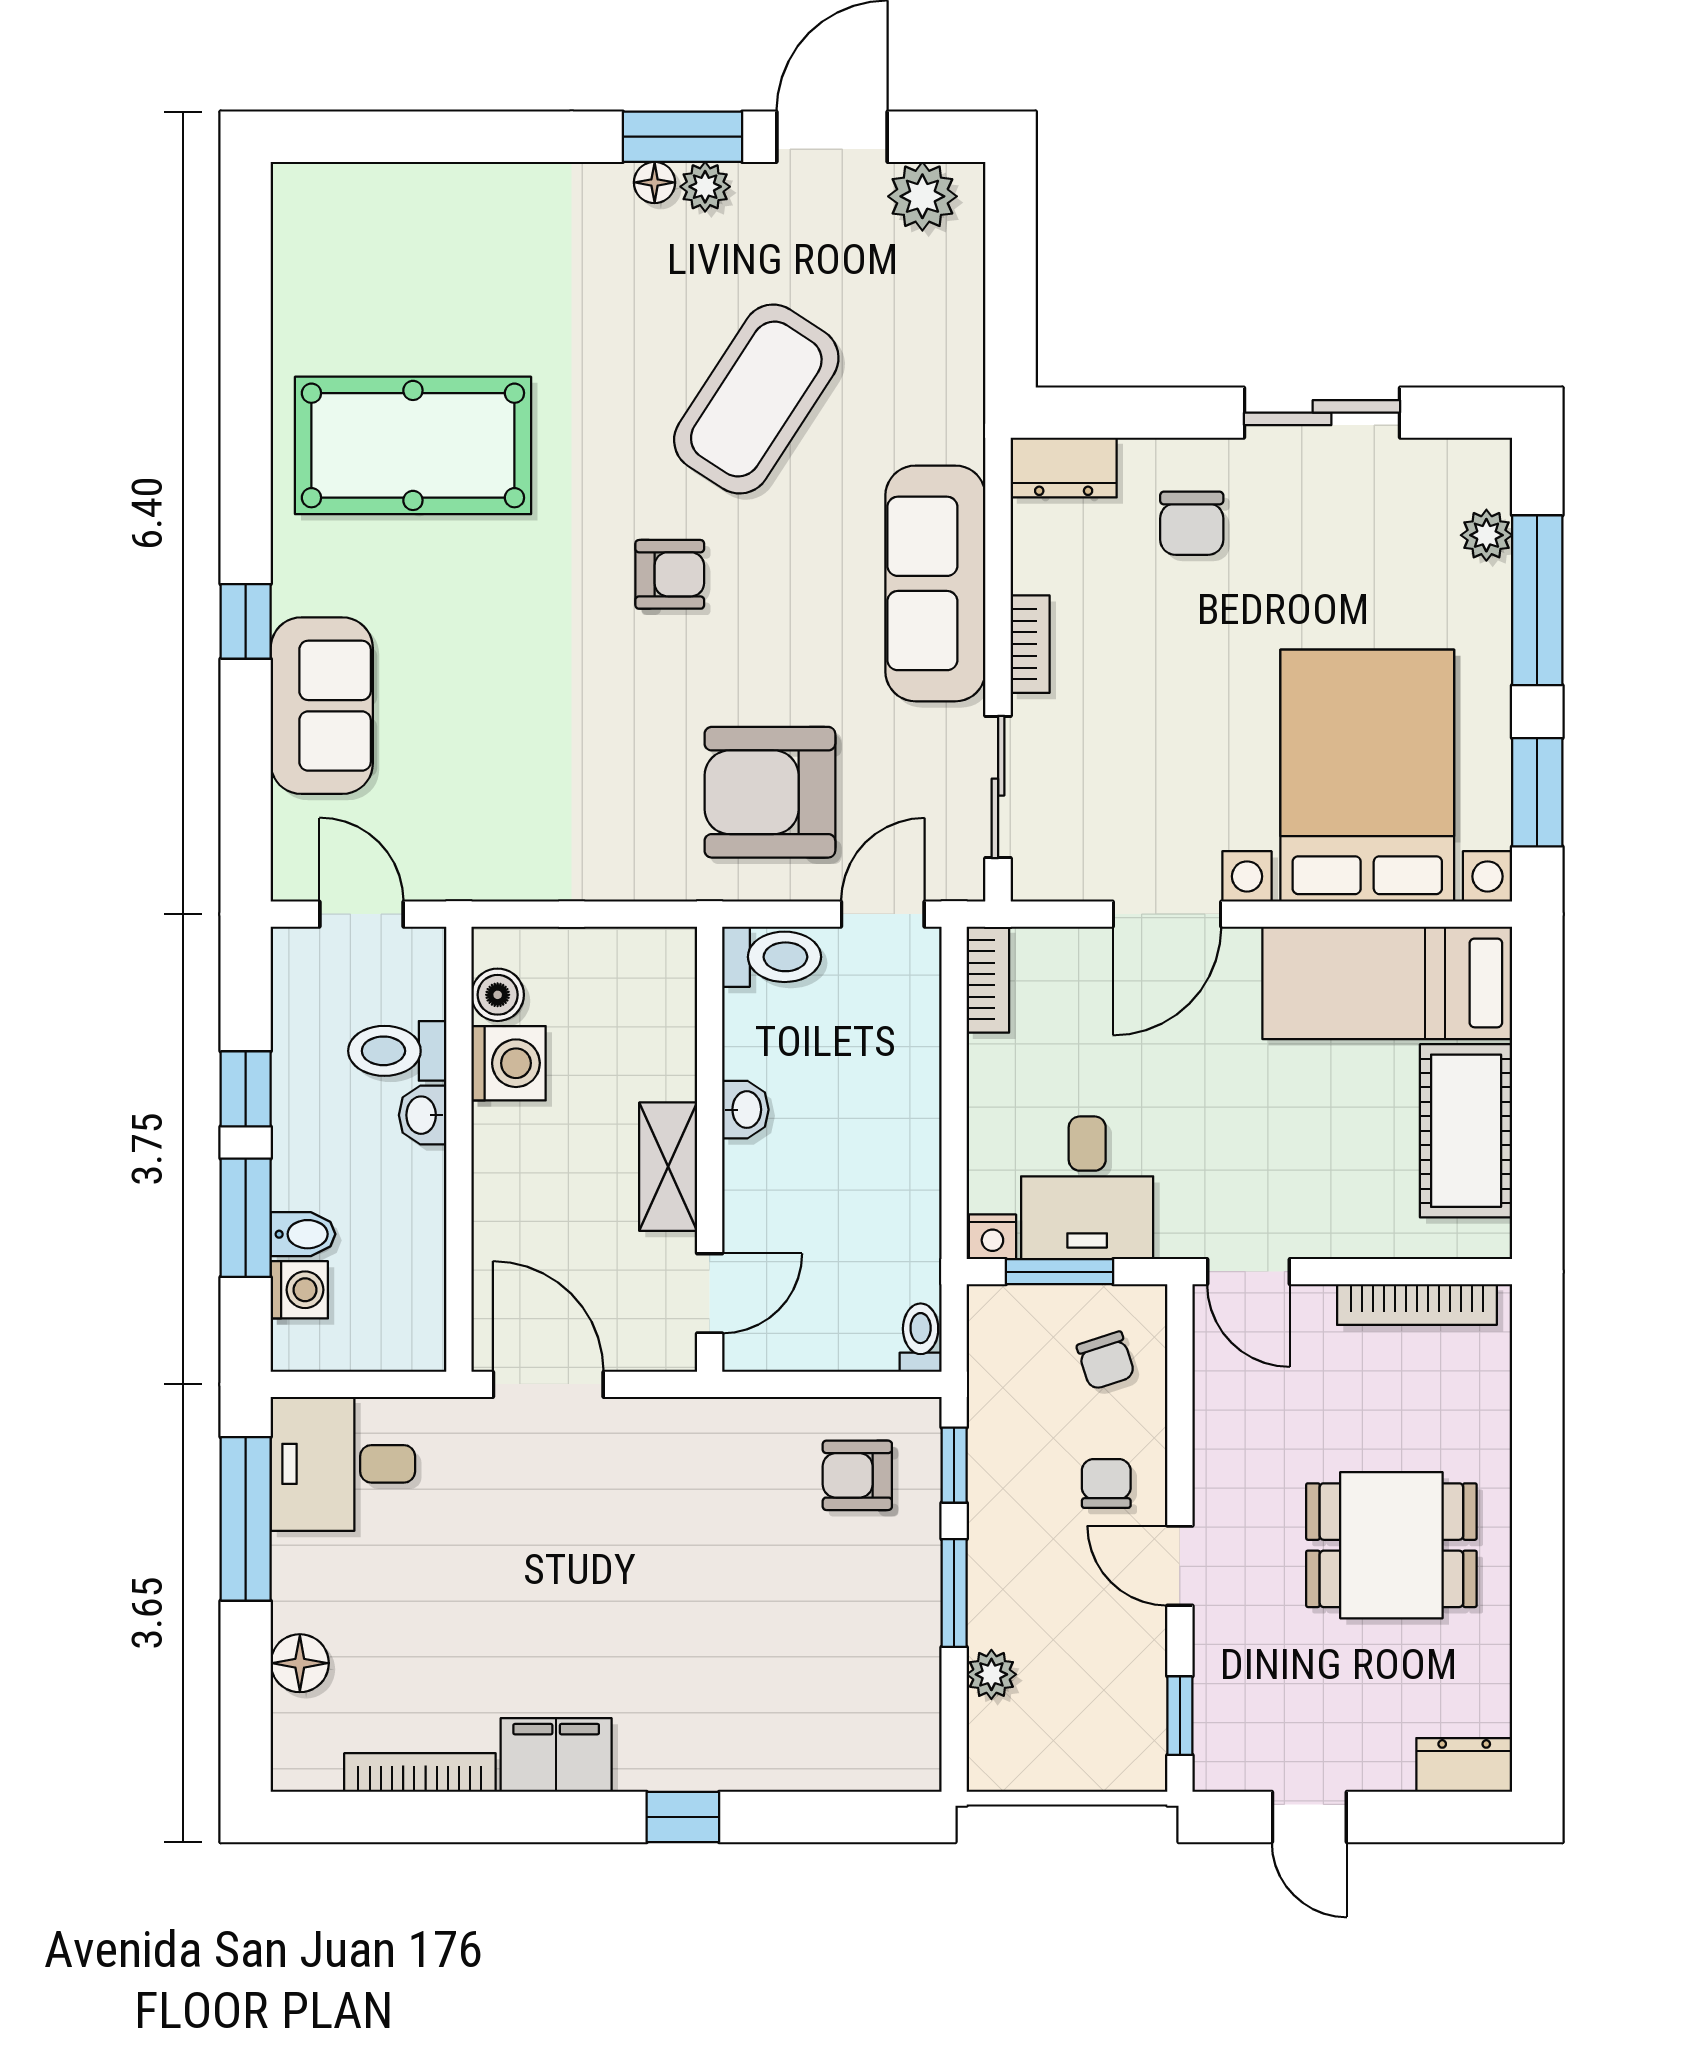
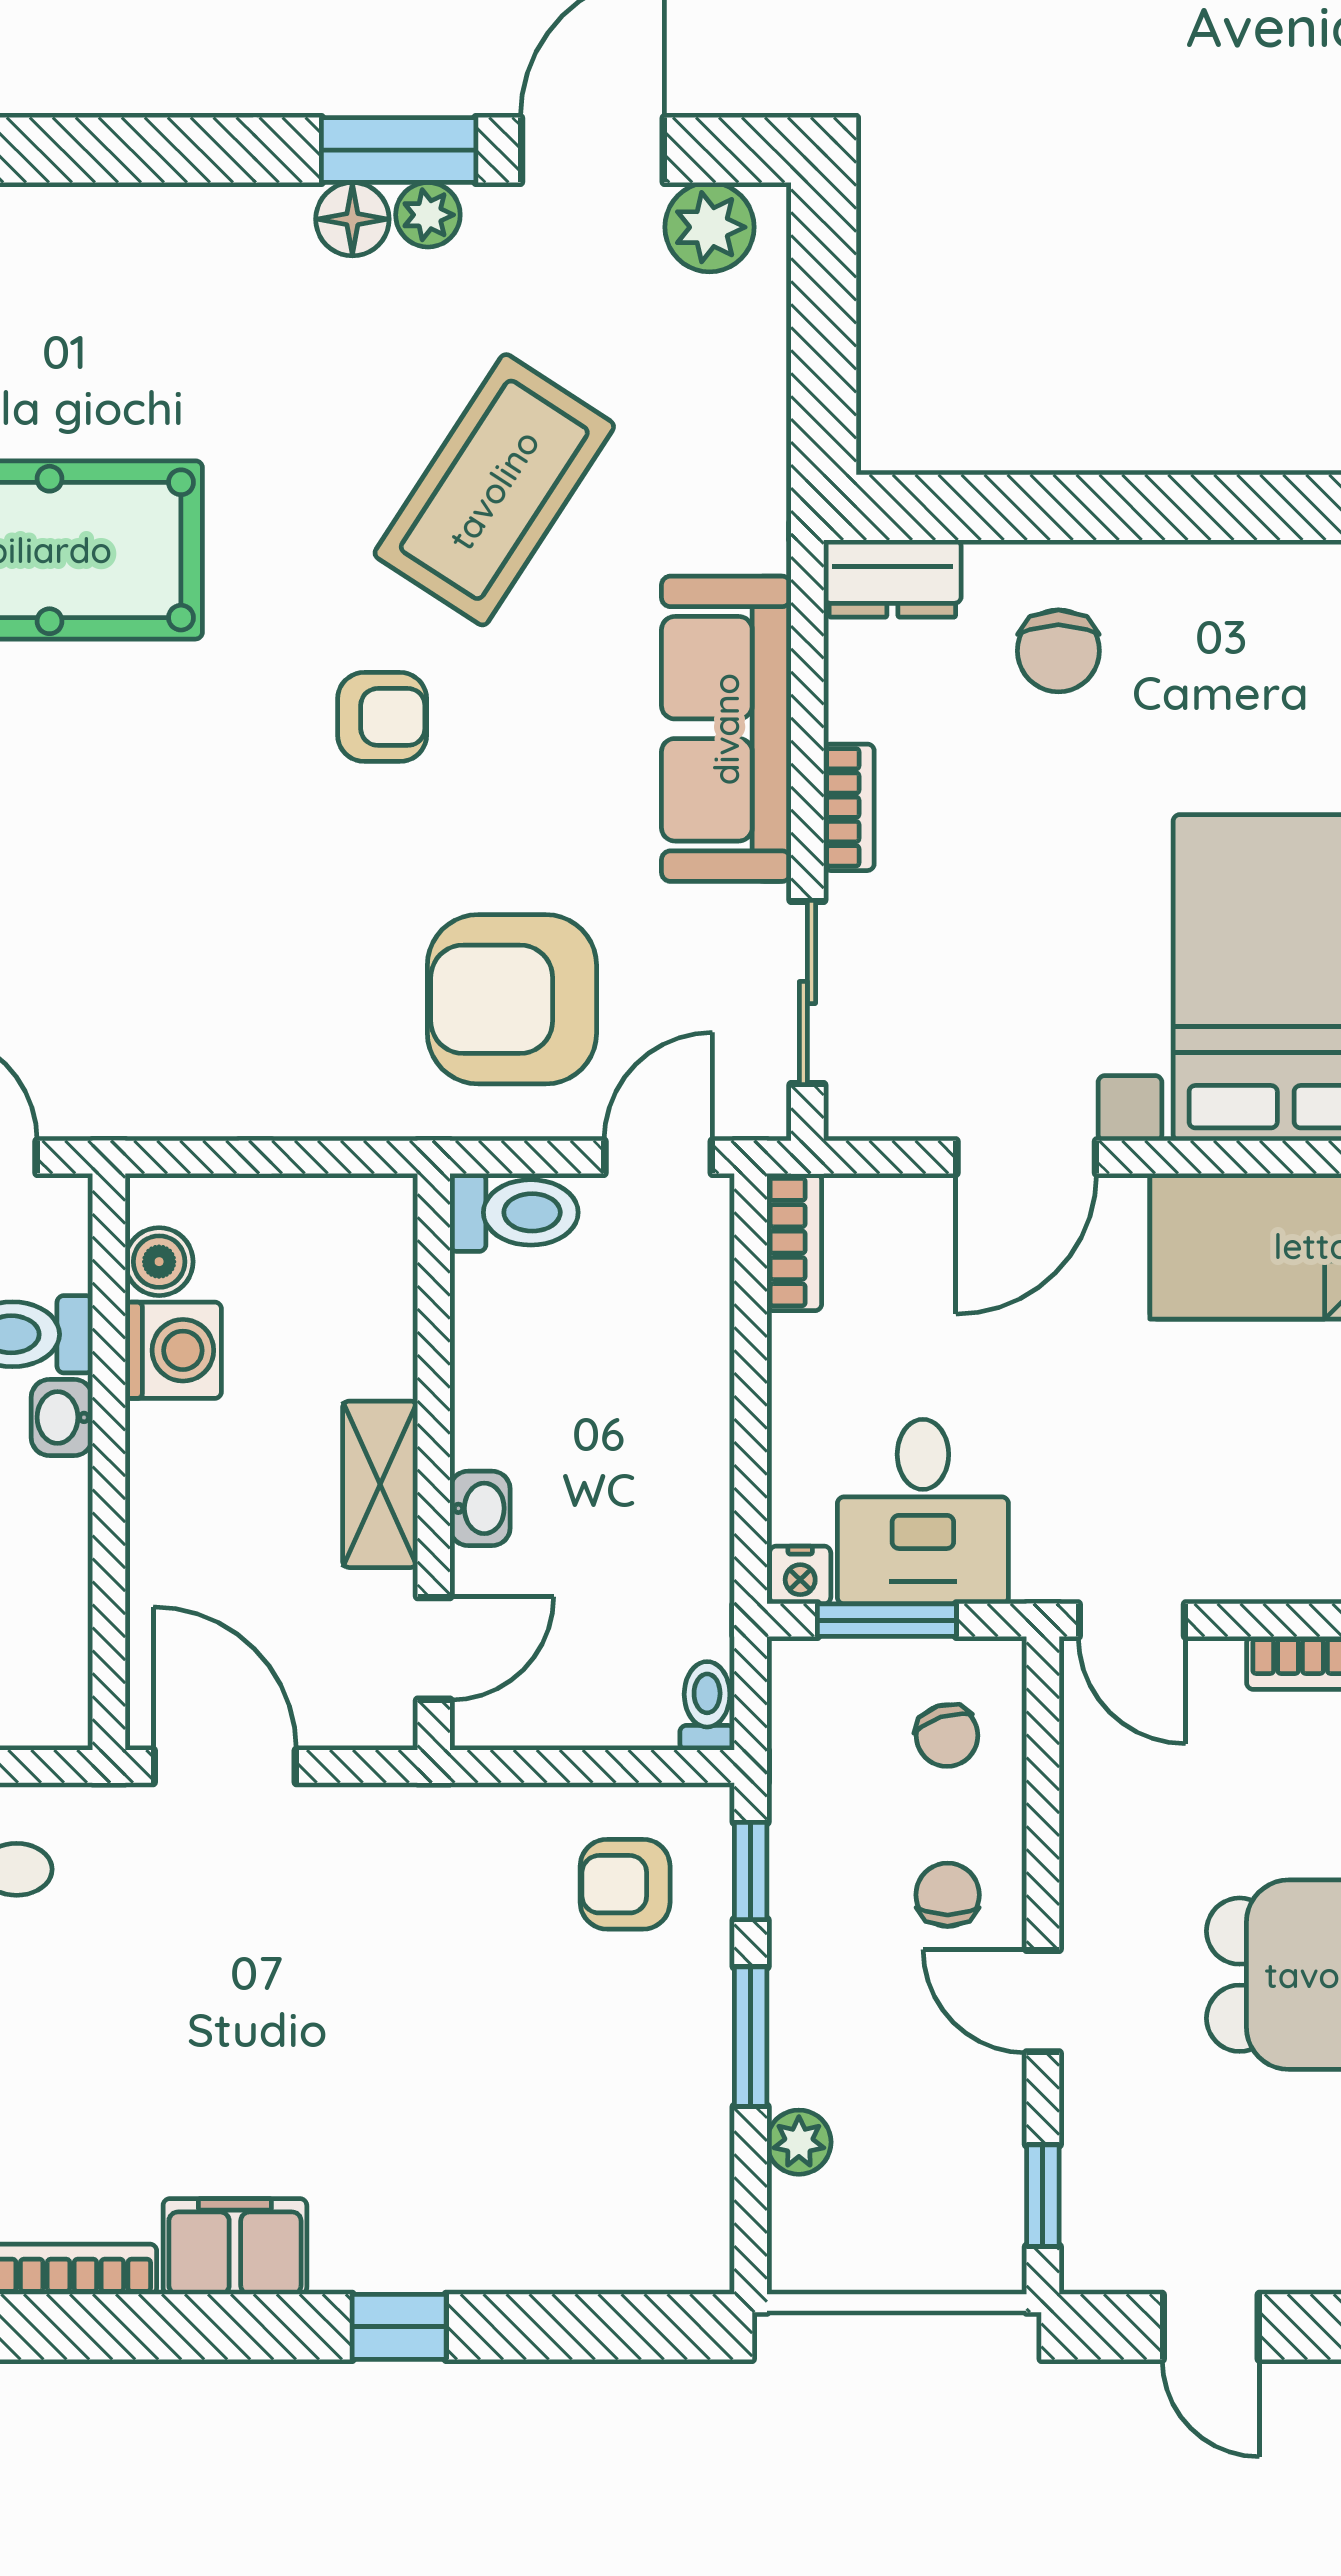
floor lamp: (655, 182) -> (352, 219), width x1.37, depth x1.37
sliding door: (1322, 413) -> (1227, 507), removed
washbasin: (745, 1110) -> (480, 1508), moved

